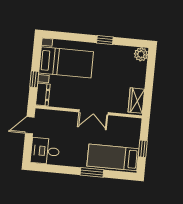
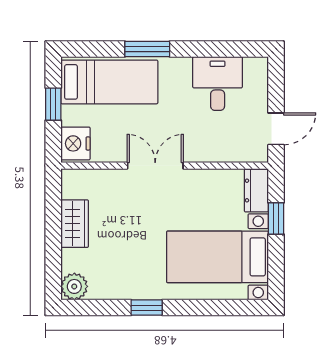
wardrobe: (136, 101) -> (75, 224), moved
nightstand: (133, 128) -> (75, 143), added
desk: (45, 151) -> (218, 84), moved, turned -90

